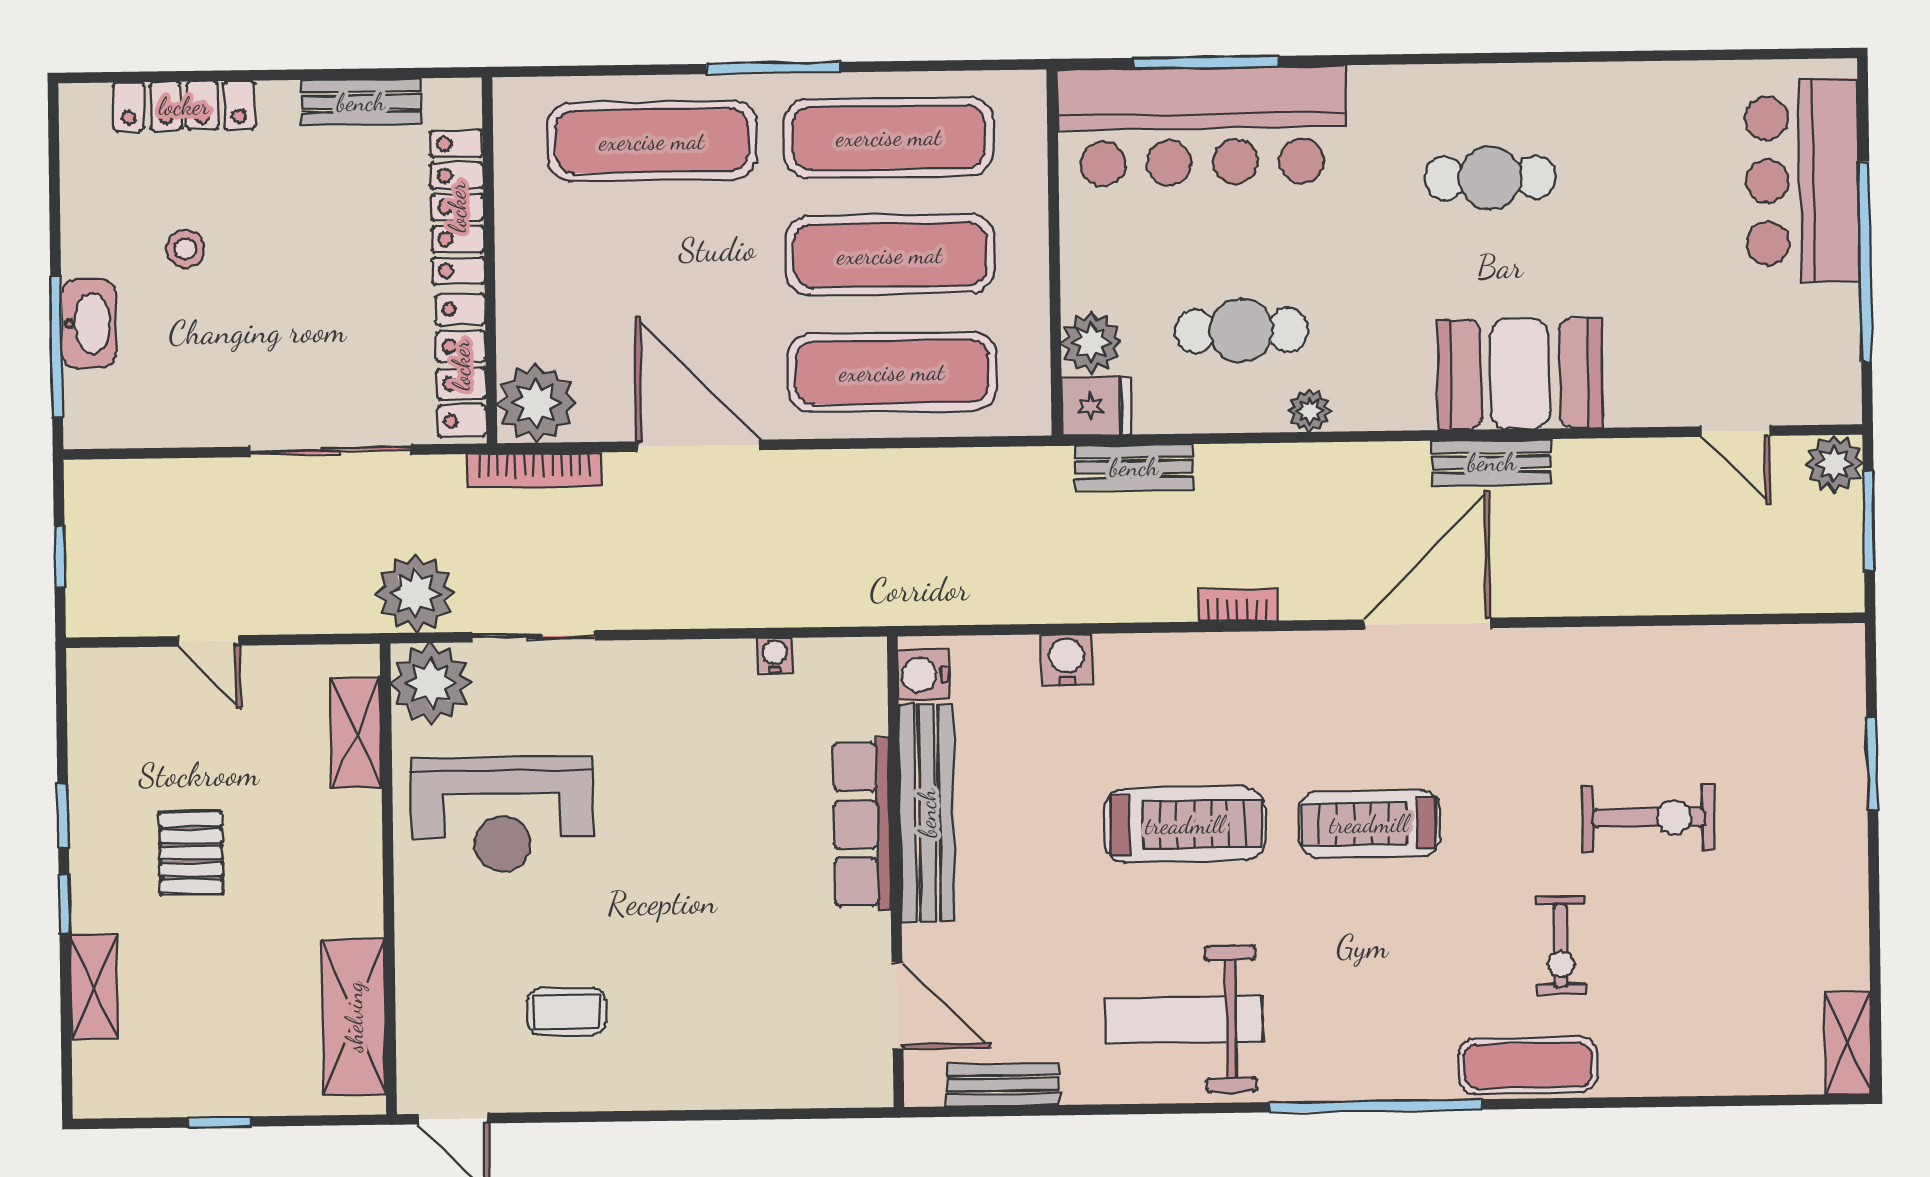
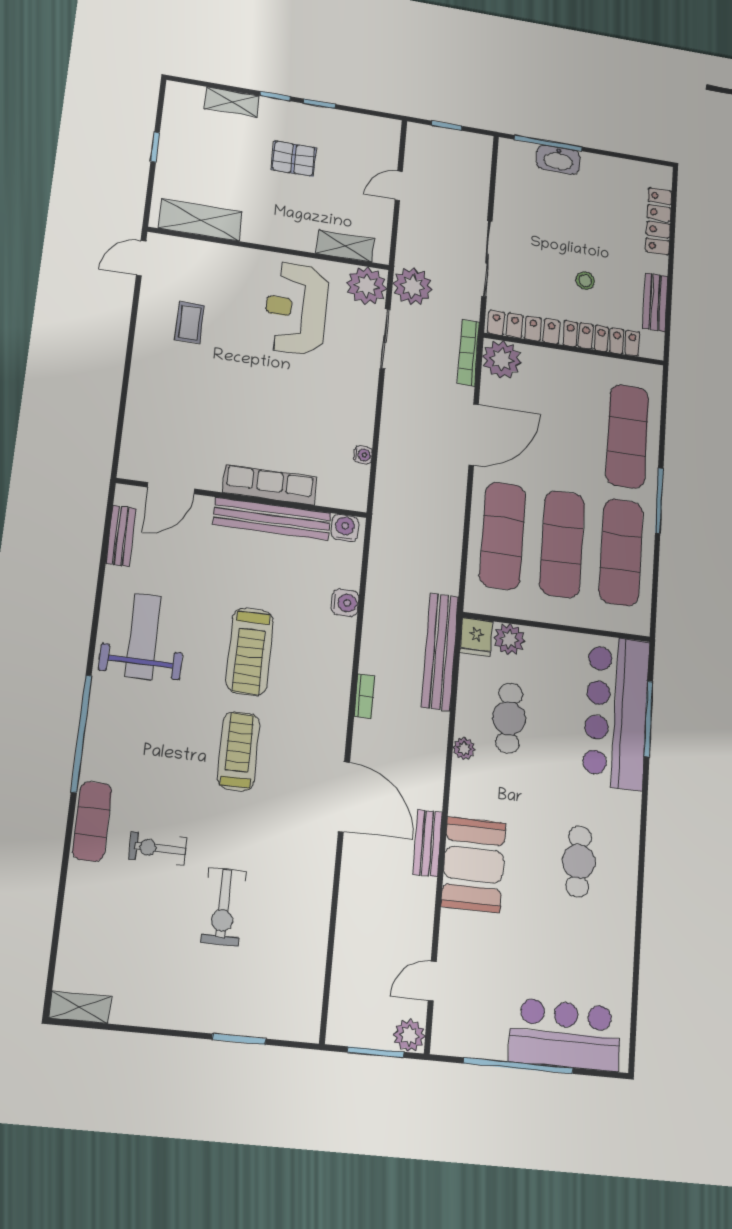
stool: (185, 249) -> (585, 281), moved
bench: (1134, 467) -> (440, 652), width x1.86, depth x1.21

